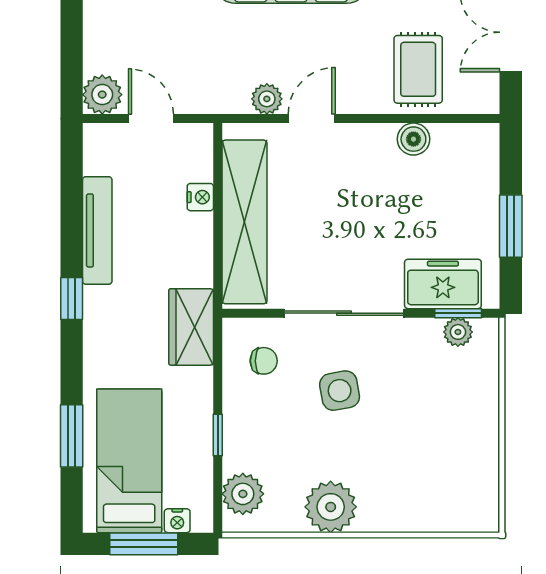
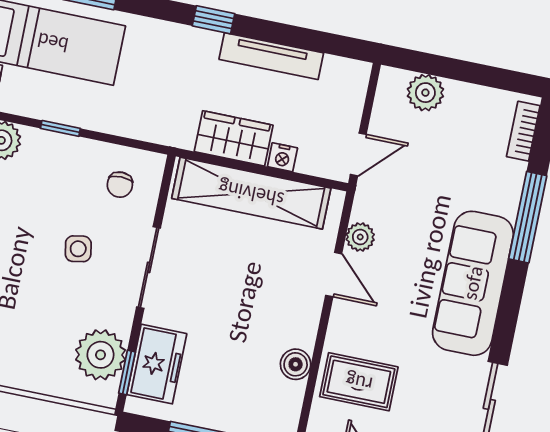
plant: (102, 95) -> (425, 93), moved
door: (151, 119) -> (358, 154), moved
sliding door: (344, 313) -> (149, 267), width x0.73
wardrobe: (191, 327) -> (234, 138), moved
plant: (458, 332) -> (101, 355), width x1.87, depth x1.87
side table: (340, 391) -> (78, 249), width x0.73, depth x0.73

